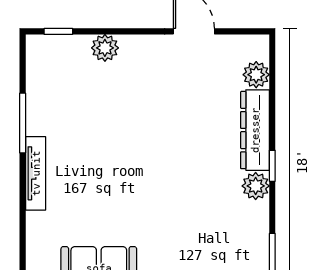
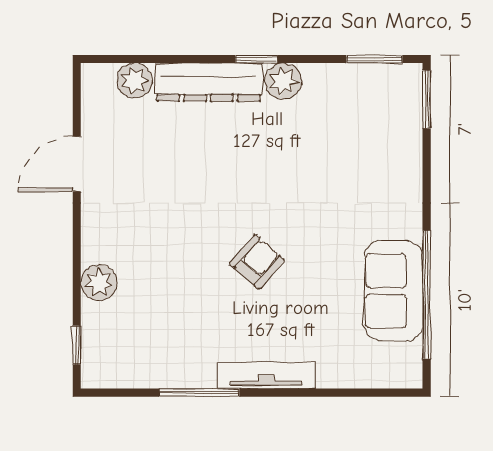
armchair: (120, 166) -> (257, 262), added

